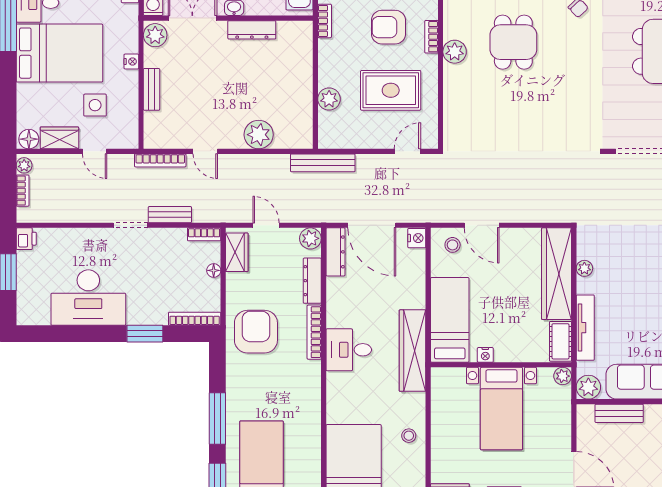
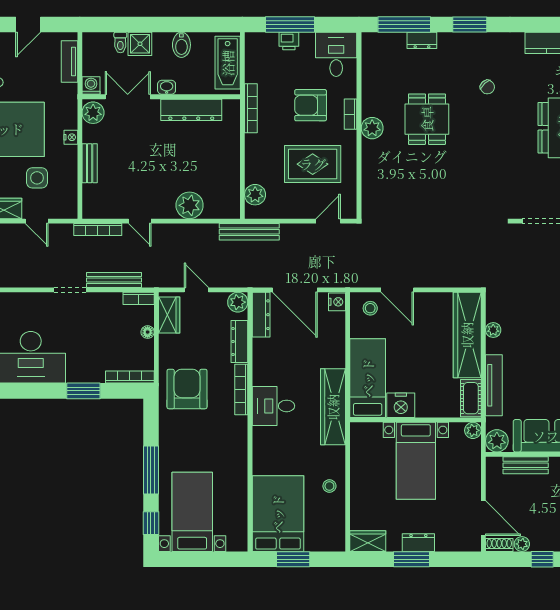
bookcase: (325, 21) -> (251, 108), width x1.56
dresser: (252, 30) -> (191, 110), width x1.37, depth x1.24
plant: (329, 99) -> (255, 195), moved
bench: (170, 215) -> (114, 280), width x1.36
nightstand: (485, 355) -> (401, 405), width x1.89, depth x1.79

